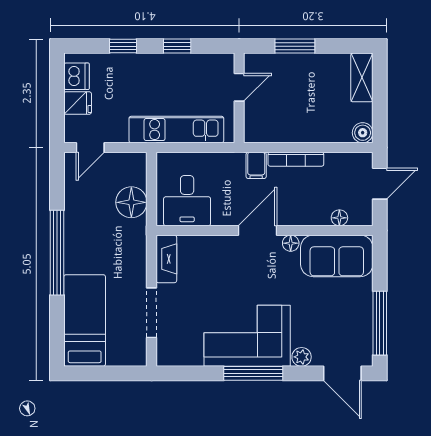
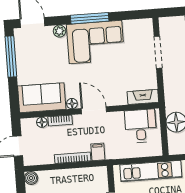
bookcase: (311, 218) -> (60, 120), added
door: (257, 230) -> (94, 110), swing flipped
fireplace: (166, 259) -> (143, 97), moved, turned 90

